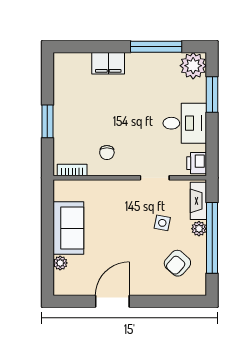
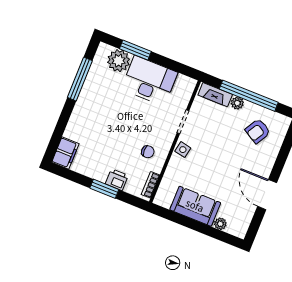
filing cabinet: (108, 63) -> (65, 153), moved
plant: (193, 66) -> (119, 61), moved
desk: (185, 123) -> (149, 81), width x1.37
printer: (197, 163) -> (117, 180), moved, turned 180
side table: (162, 223) -> (183, 150), moved
armchair: (177, 263) -> (258, 131), turned 78

